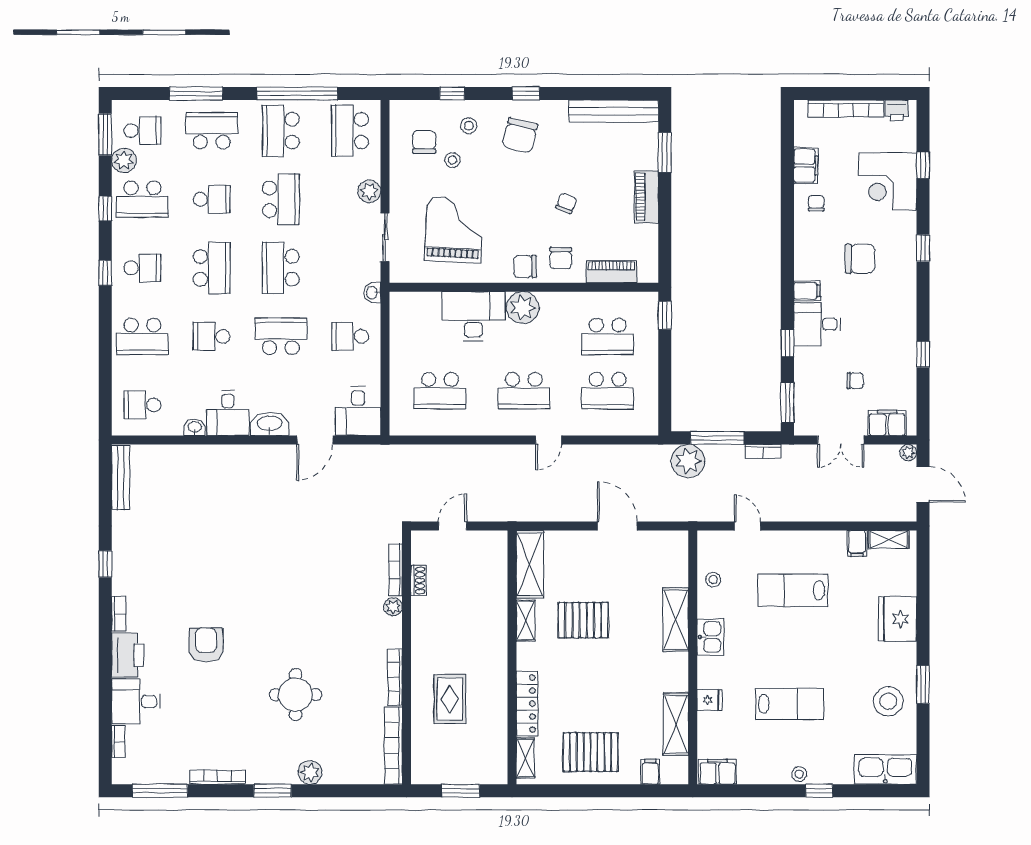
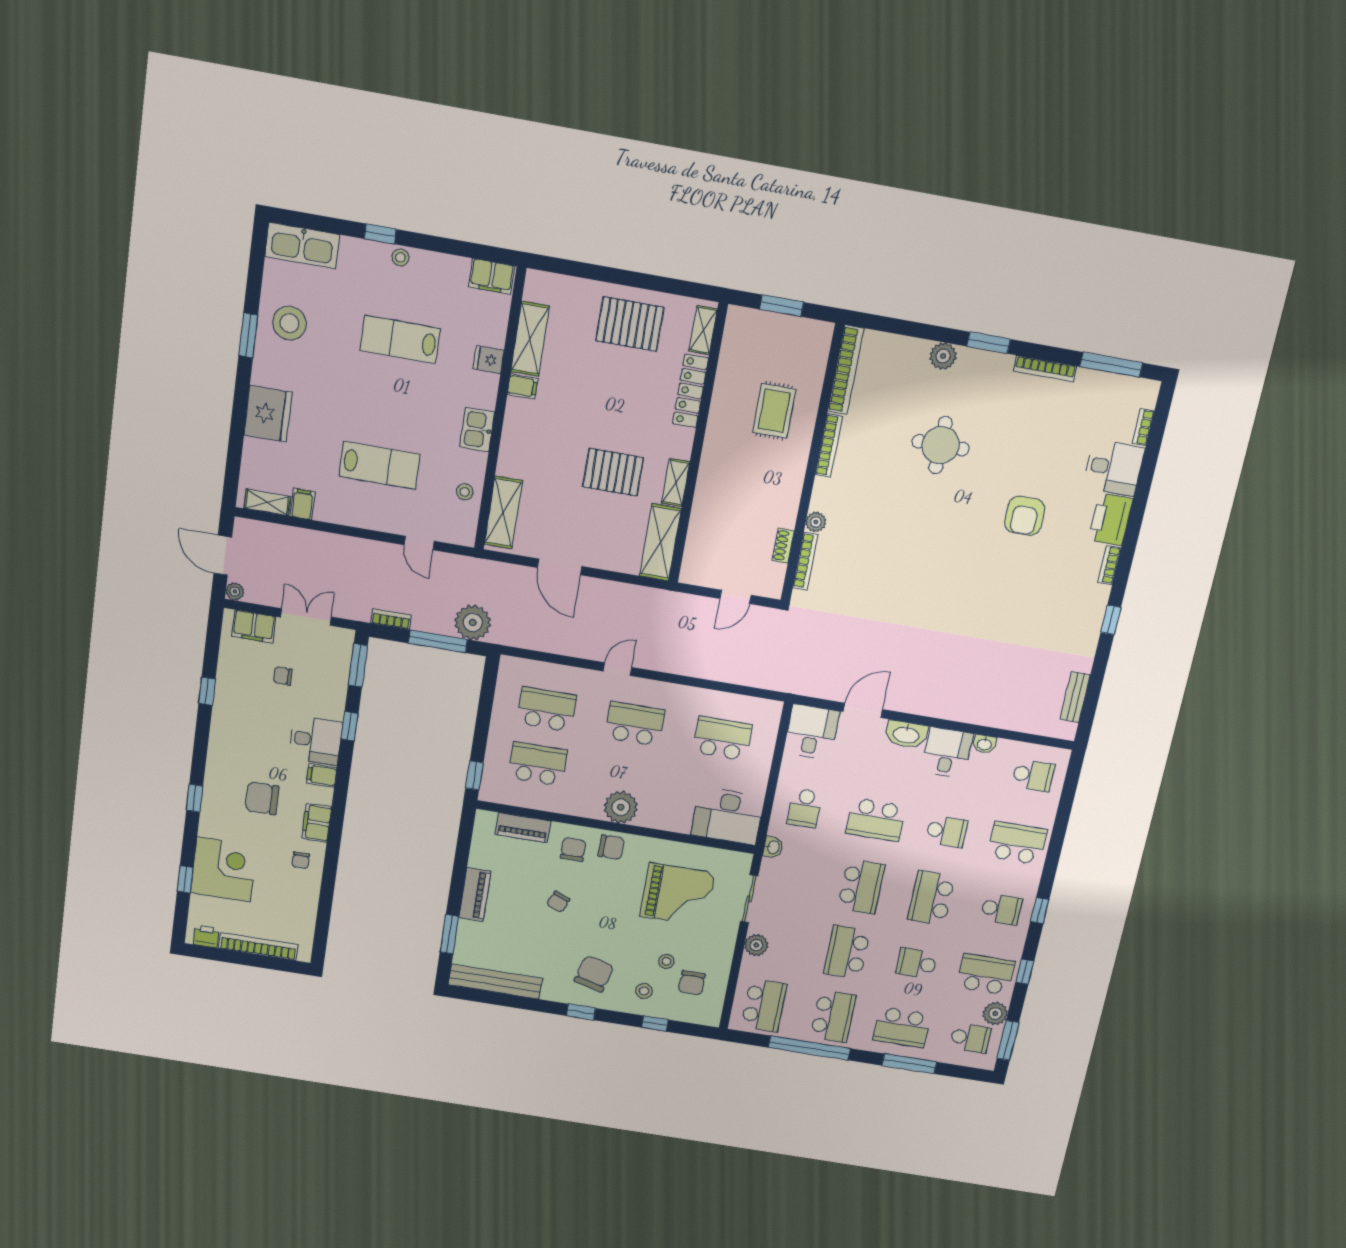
school desk: (142, 131) -> (970, 1038), turned 180
filing cabinet: (806, 166) -> (317, 823), moved
grand piano: (454, 230) -> (678, 895), turned -93
school desk: (142, 268) -> (1001, 909), turned 180
desk: (473, 316) -> (728, 816), moved
school desk: (350, 336) -> (805, 808), turned 90
bench: (121, 478) -> (1075, 697), width x0.73
shelving: (676, 620) -> (503, 512), moved
filing cabinet: (650, 772) -> (523, 386), moved, turned -90

